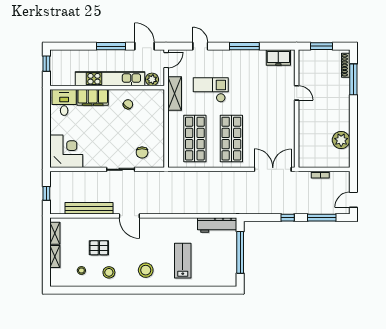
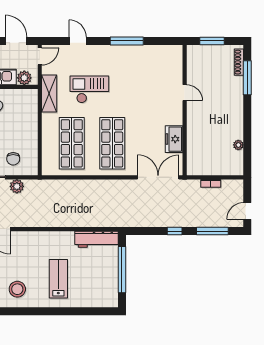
freezer: (278, 58) -> (174, 139), moved, turned 90
plant: (341, 140) -> (238, 145), width x0.53, depth x0.53
plant: (145, 177) -> (17, 186), added

